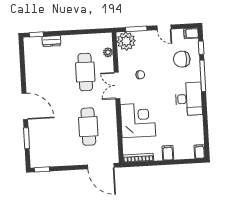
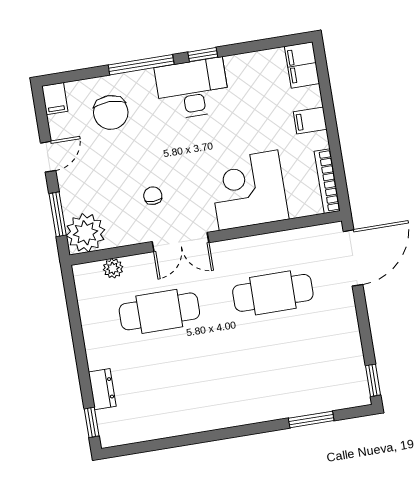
window: (201, 48) -> (203, 55), moved
door: (25, 106) -> (245, 430), removed
filing cabinet: (200, 152) -> (302, 65), width x2.00

